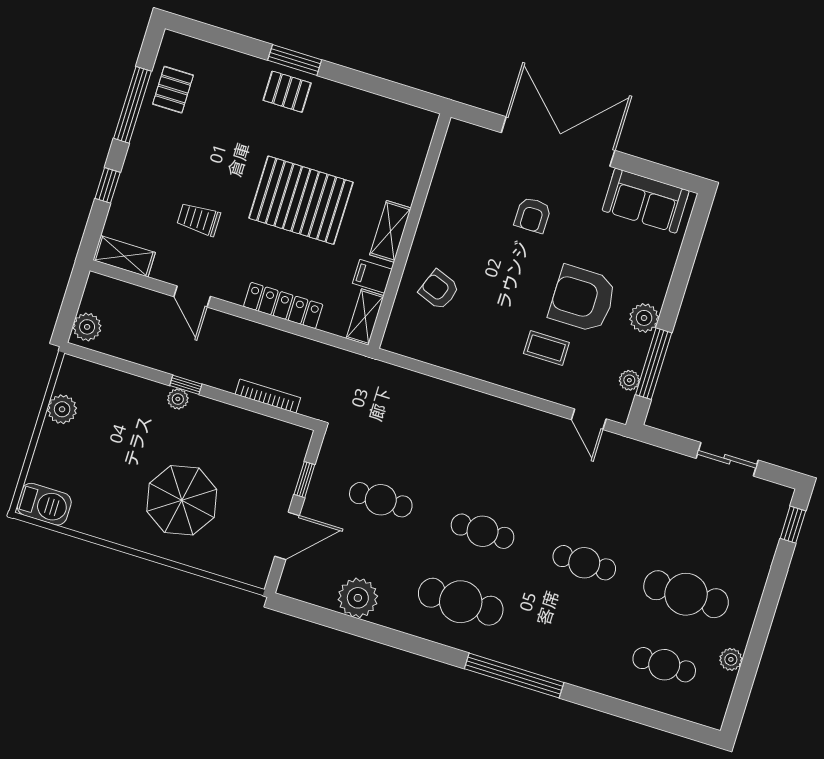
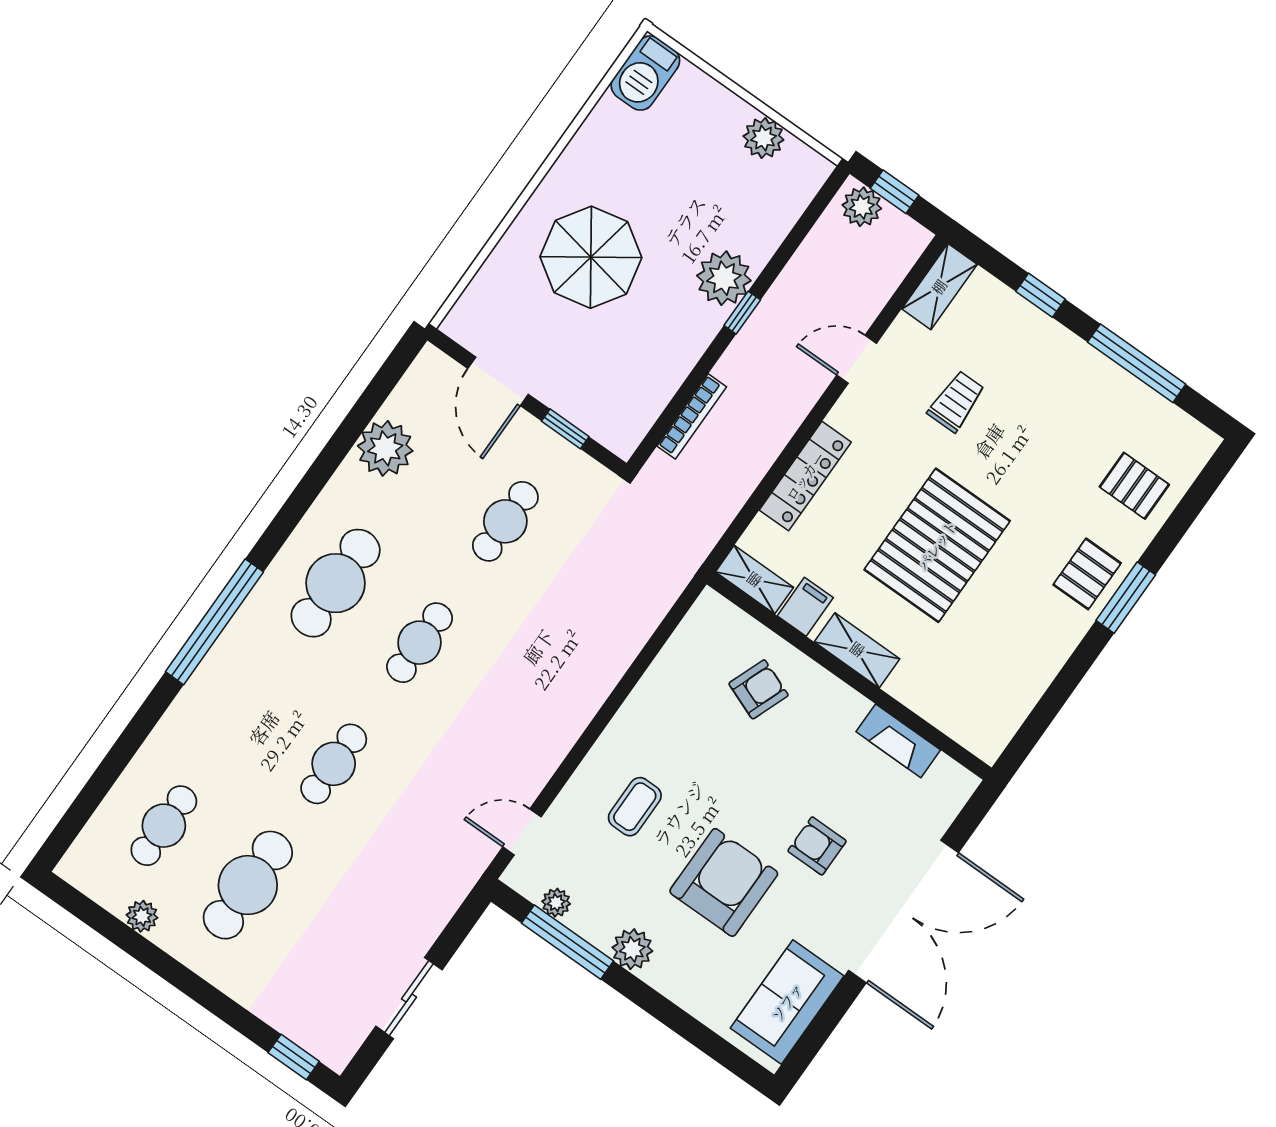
pallet: (173, 90) -> (1134, 486), moved
fireplace: (443, 183) -> (898, 741), added
armchair: (583, 299) -> (724, 882), moved
window: (70, 308) -> (894, 192), added
plant: (178, 399) -> (724, 278), width x1.88, depth x1.88

